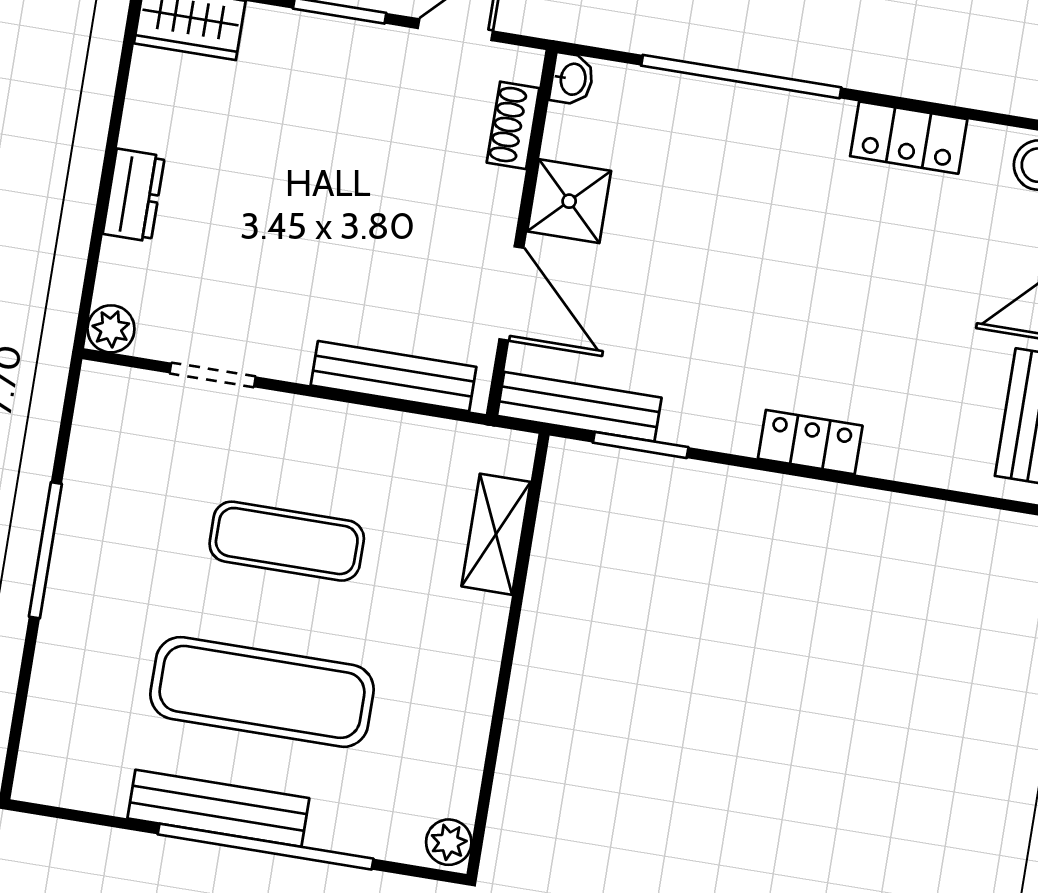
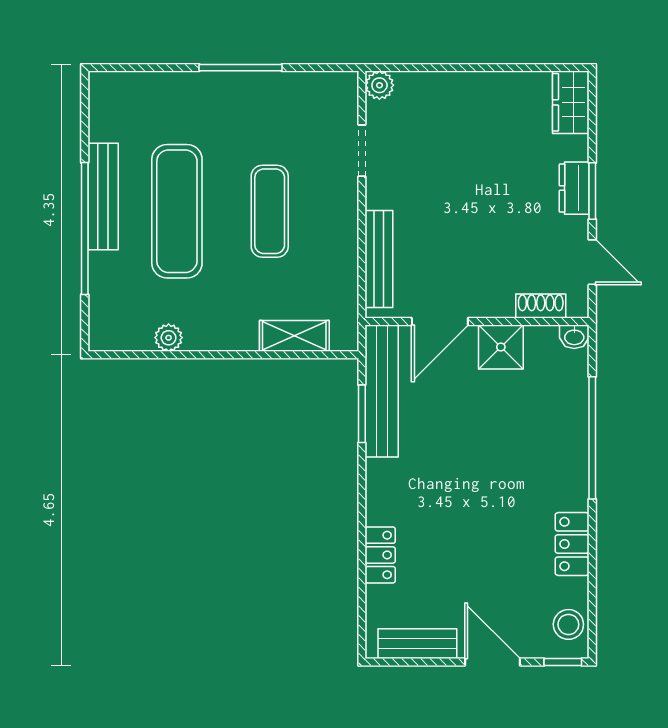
dresser: (134, 195) -> (574, 188), moved, turned 90
bench: (579, 407) -> (382, 391), width x1.37, depth x1.21
locker: (810, 442) -> (380, 555), moved
plant: (449, 842) -> (169, 338), moved

